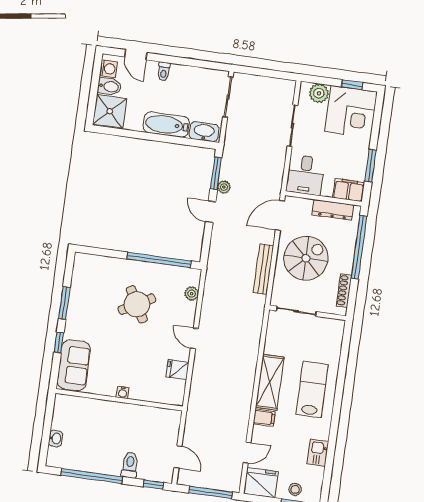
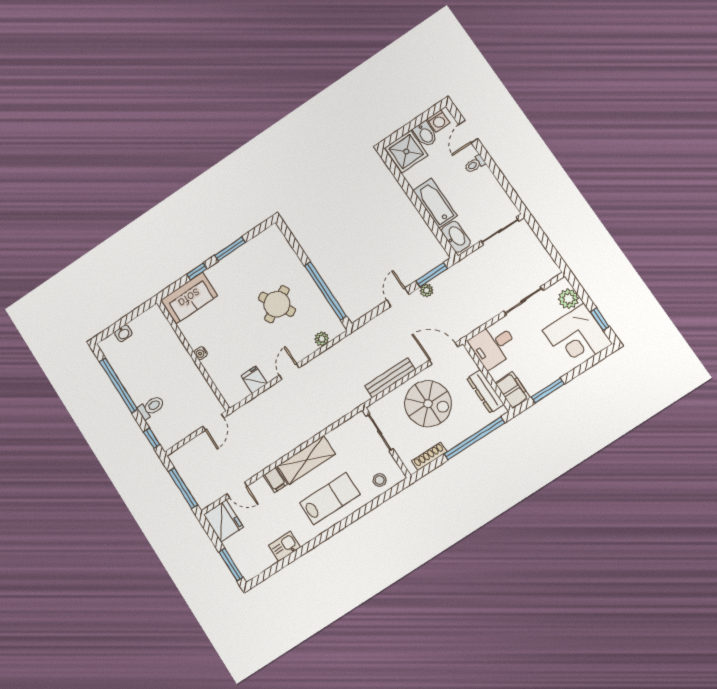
door: (178, 457) -> (213, 422), moved
stool: (295, 489) -> (380, 480), moved

